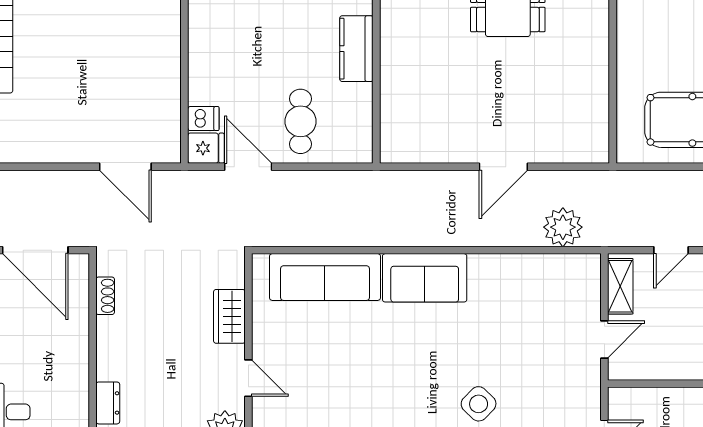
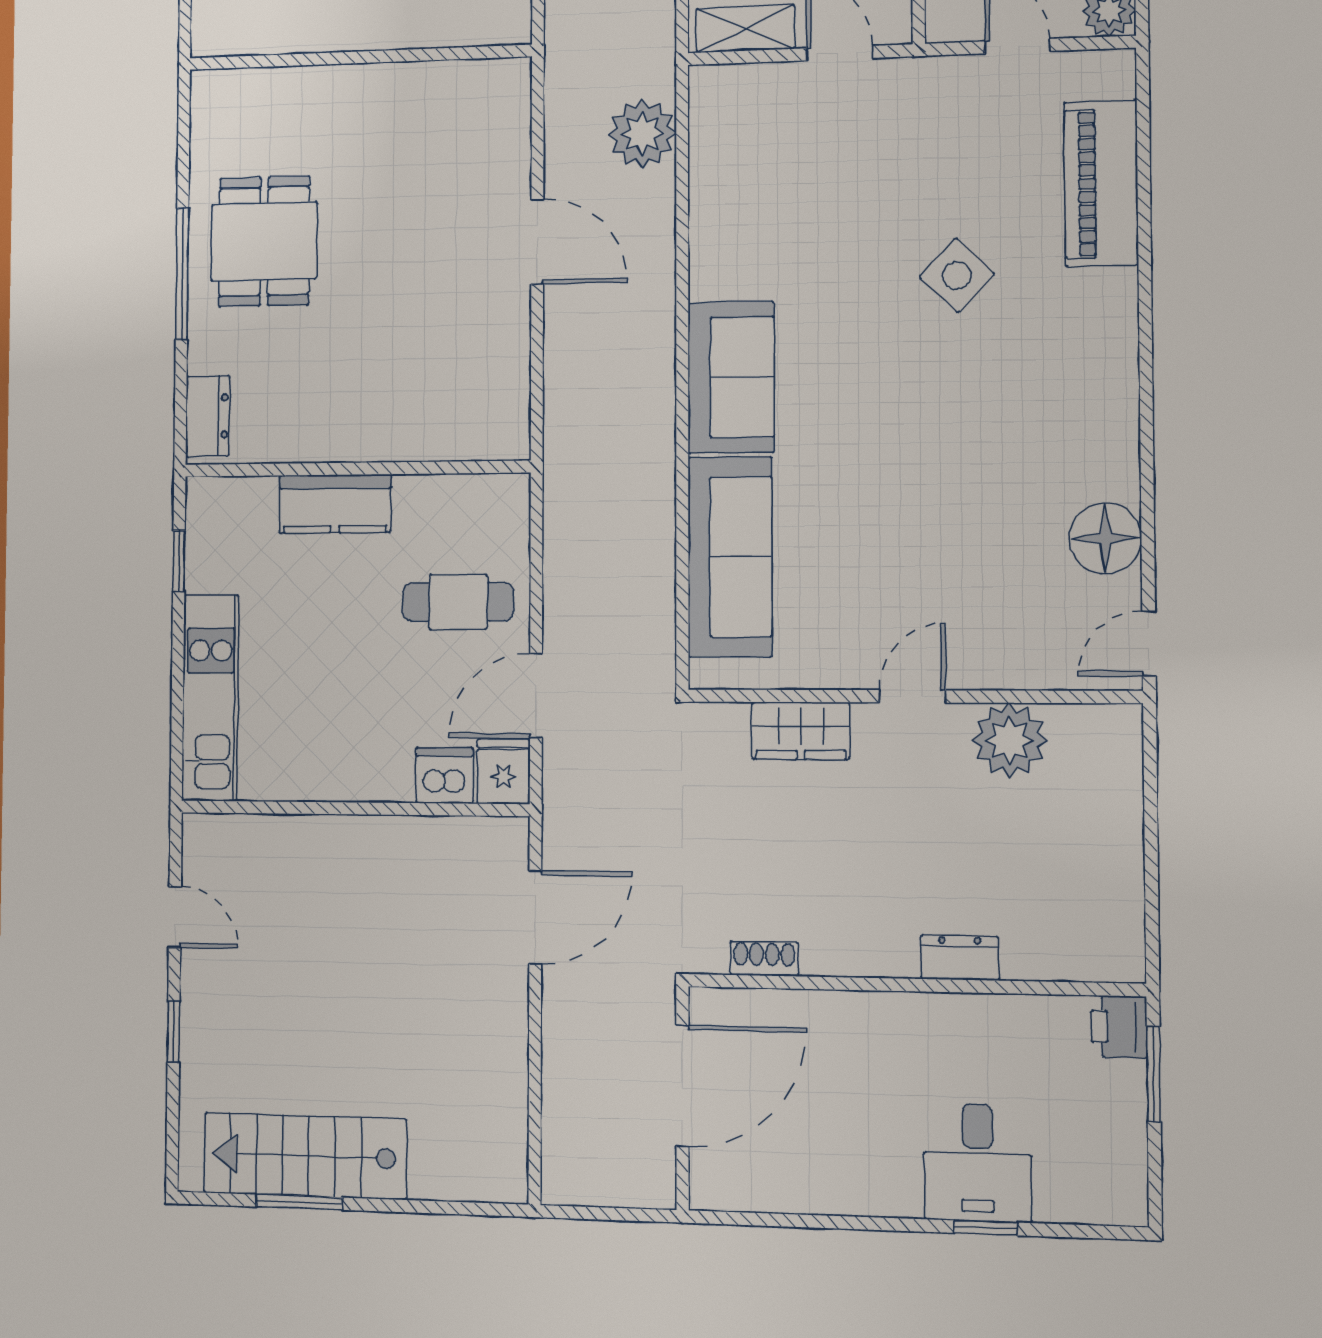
dishwasher: (203, 119) -> (444, 775), width x1.38

